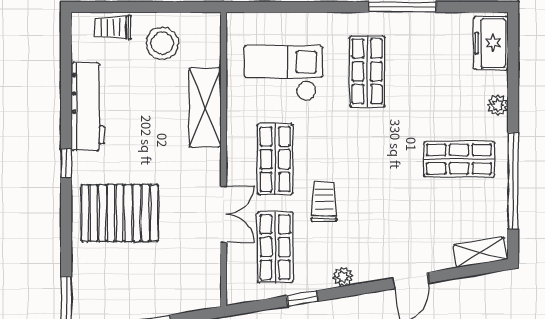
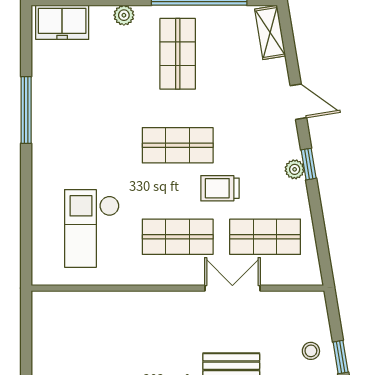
stool: (162, 43) -> (311, 351), moved, width x0.53, depth x0.53
shop shelf: (367, 71) -> (178, 145), moved
shelving: (205, 107) -> (126, 306), removed
window: (302, 298) -> (309, 164), moved

